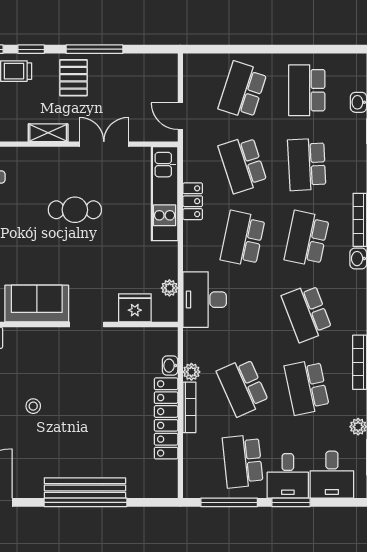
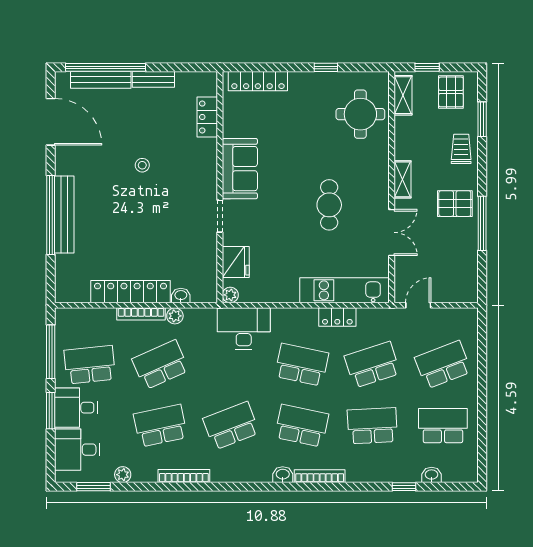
window: (31, 49) -> (482, 163), removed
school desk: (243, 90) -> (443, 365), turned -39
plant: (169, 288) -> (230, 295), moved

